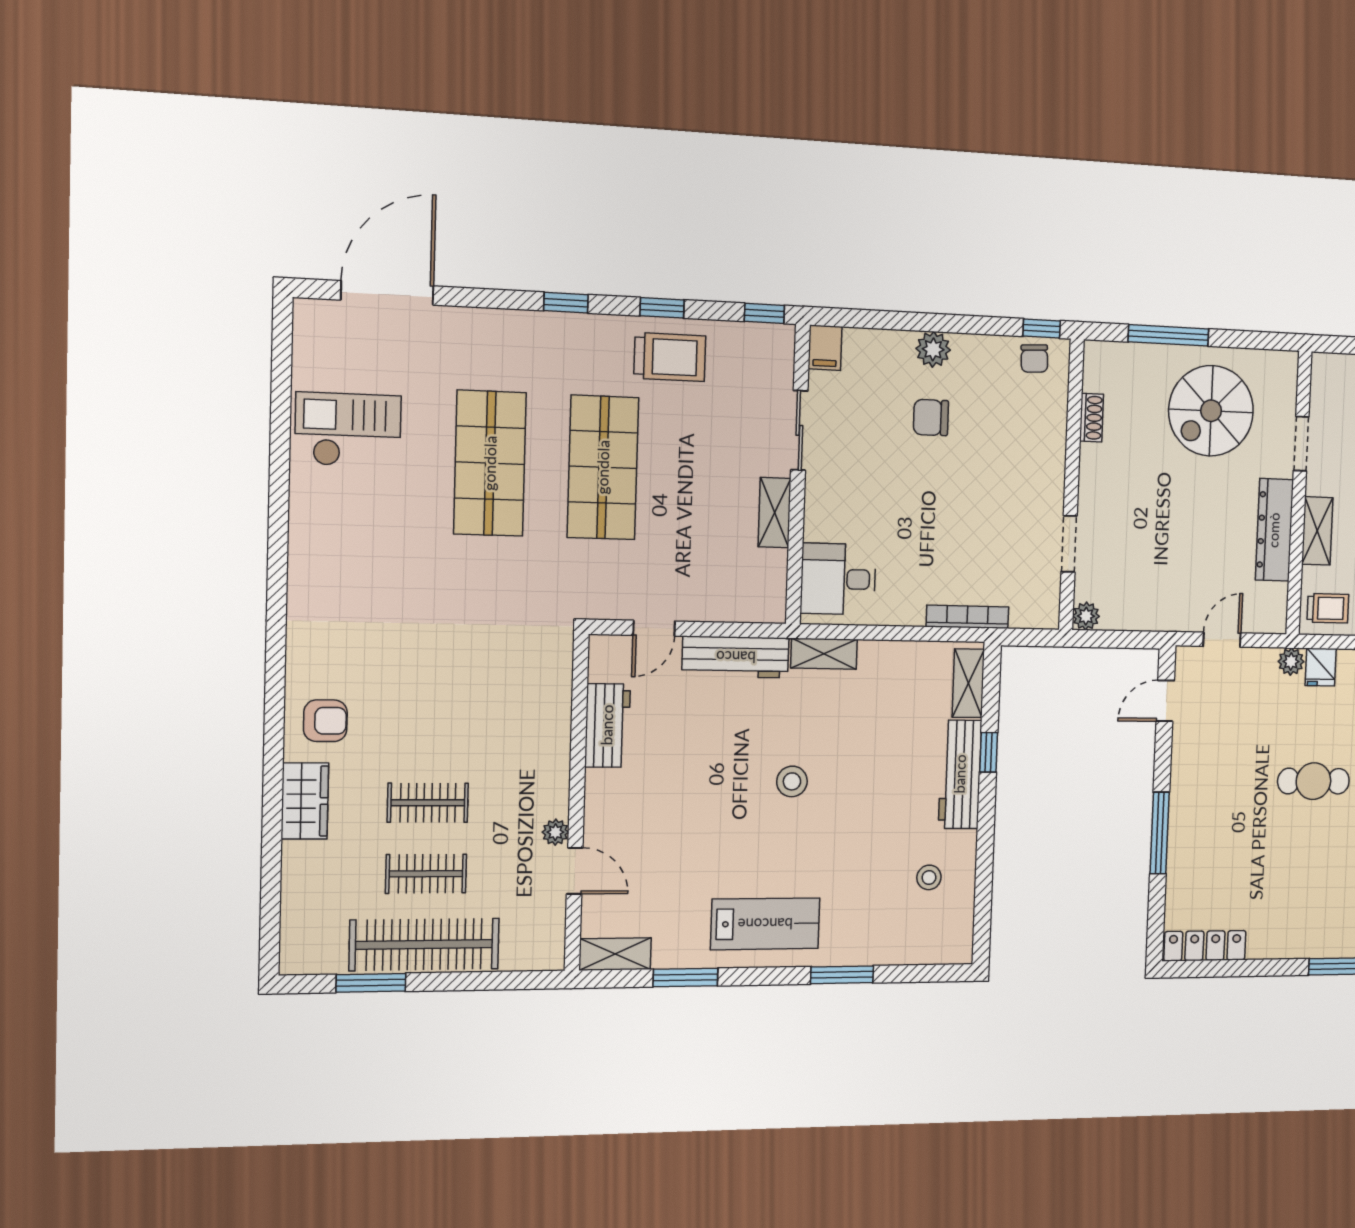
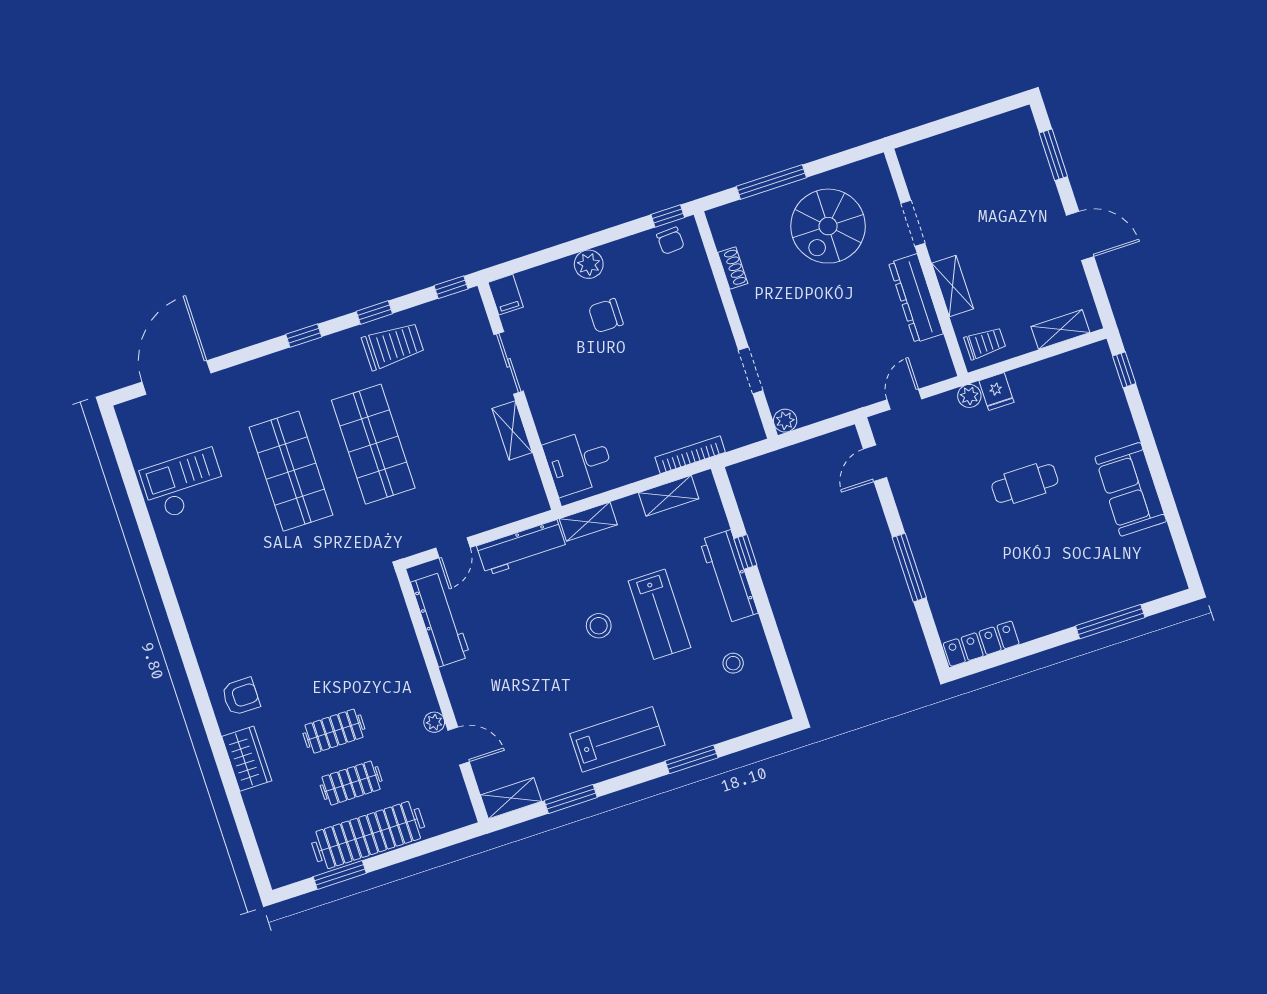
shelving: (968, 683) -> (669, 496), moved, turned 90
workbench: (607, 725) -> (441, 619), width x1.38
lab bench: (866, 792) -> (659, 614), added

